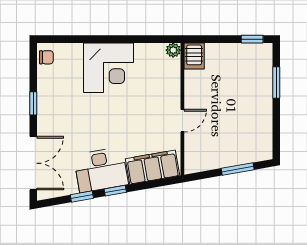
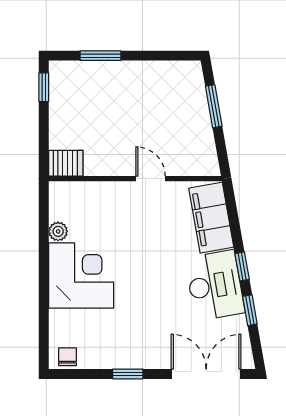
plant: (173, 50) -> (58, 231), moved

